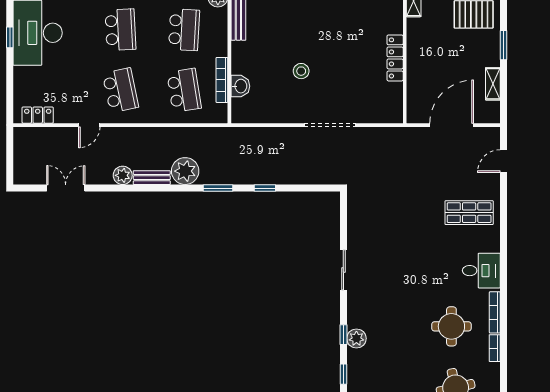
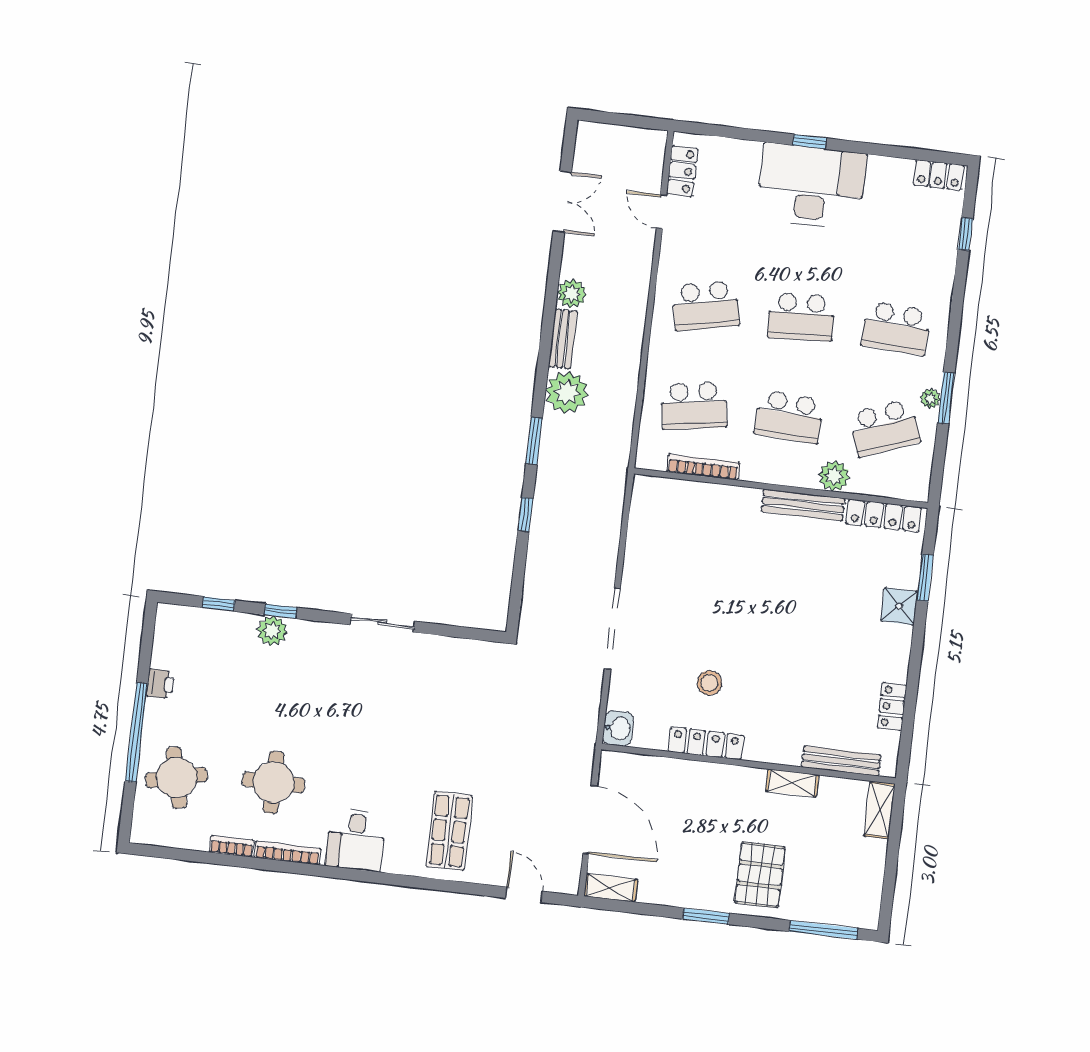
stool: (301, 71) -> (709, 683), moved
shelving: (493, 84) -> (611, 888), moved
washbasin: (240, 86) -> (618, 728), moved, turned -90
door: (89, 125) -> (661, 212), moved

